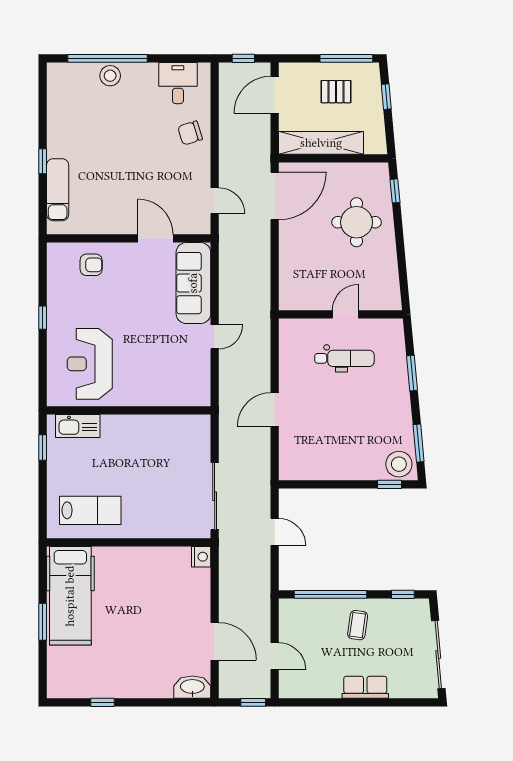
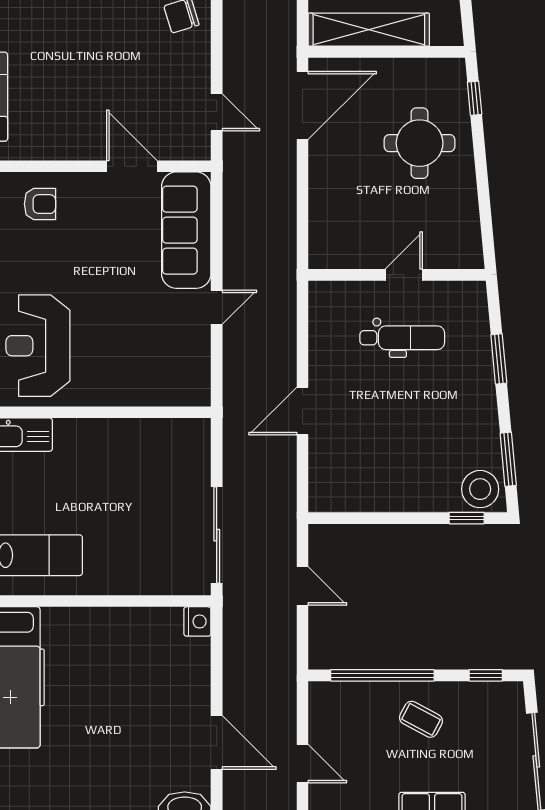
coffee table: (358, 625) -> (421, 719), turned -70

